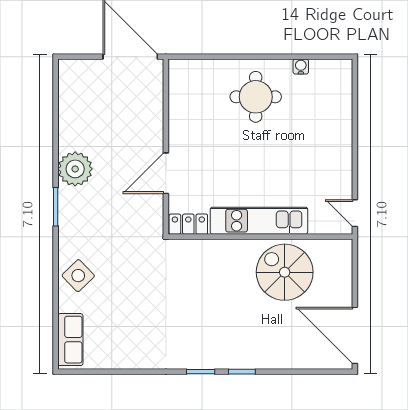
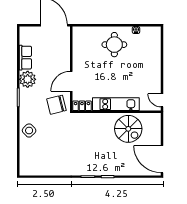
chair: (135, 222) -> (56, 105), added
spiral stairs: (285, 272) -> (128, 129), turned 180
row of seats: (70, 340) -> (25, 58), moved

